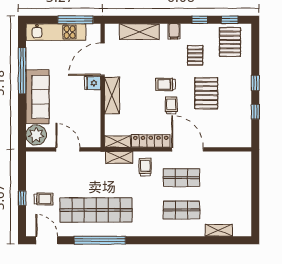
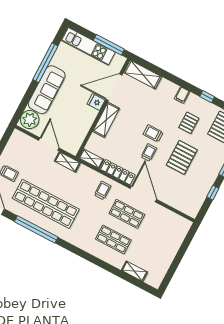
shelving: (139, 32) -> (143, 75), moved
shelving: (119, 157) -> (67, 162), moved

